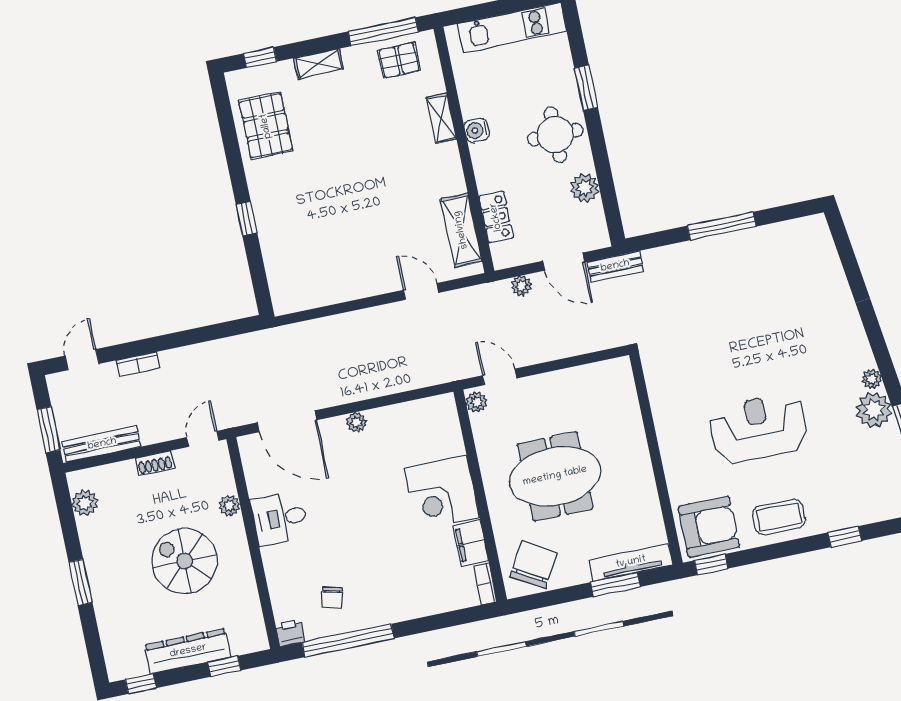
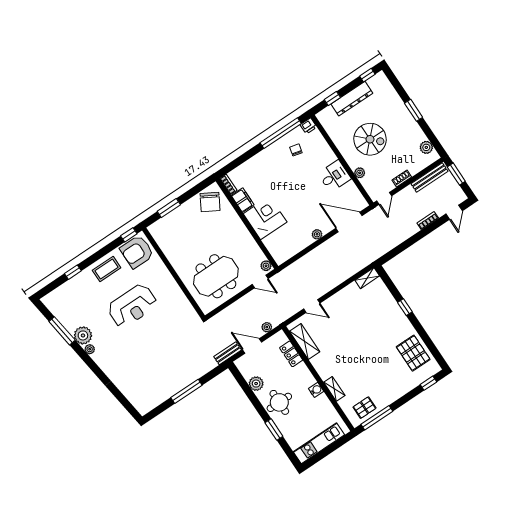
shelving: (319, 64) -> (367, 278), moved
meeting table: (555, 476) -> (216, 276), moved
tv unit: (631, 562) -> (166, 221), removed

